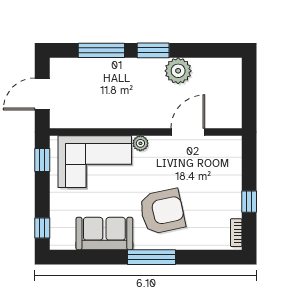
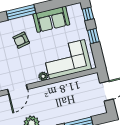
window: (42, 160) -> (93, 36), moved
armchair: (162, 211) -> (21, 40), width x0.53, depth x0.53

